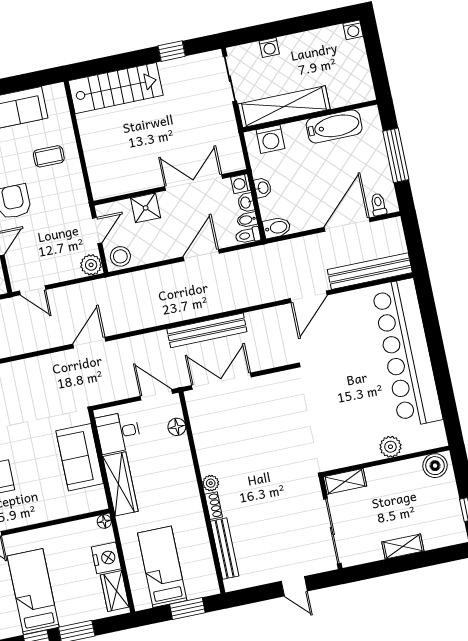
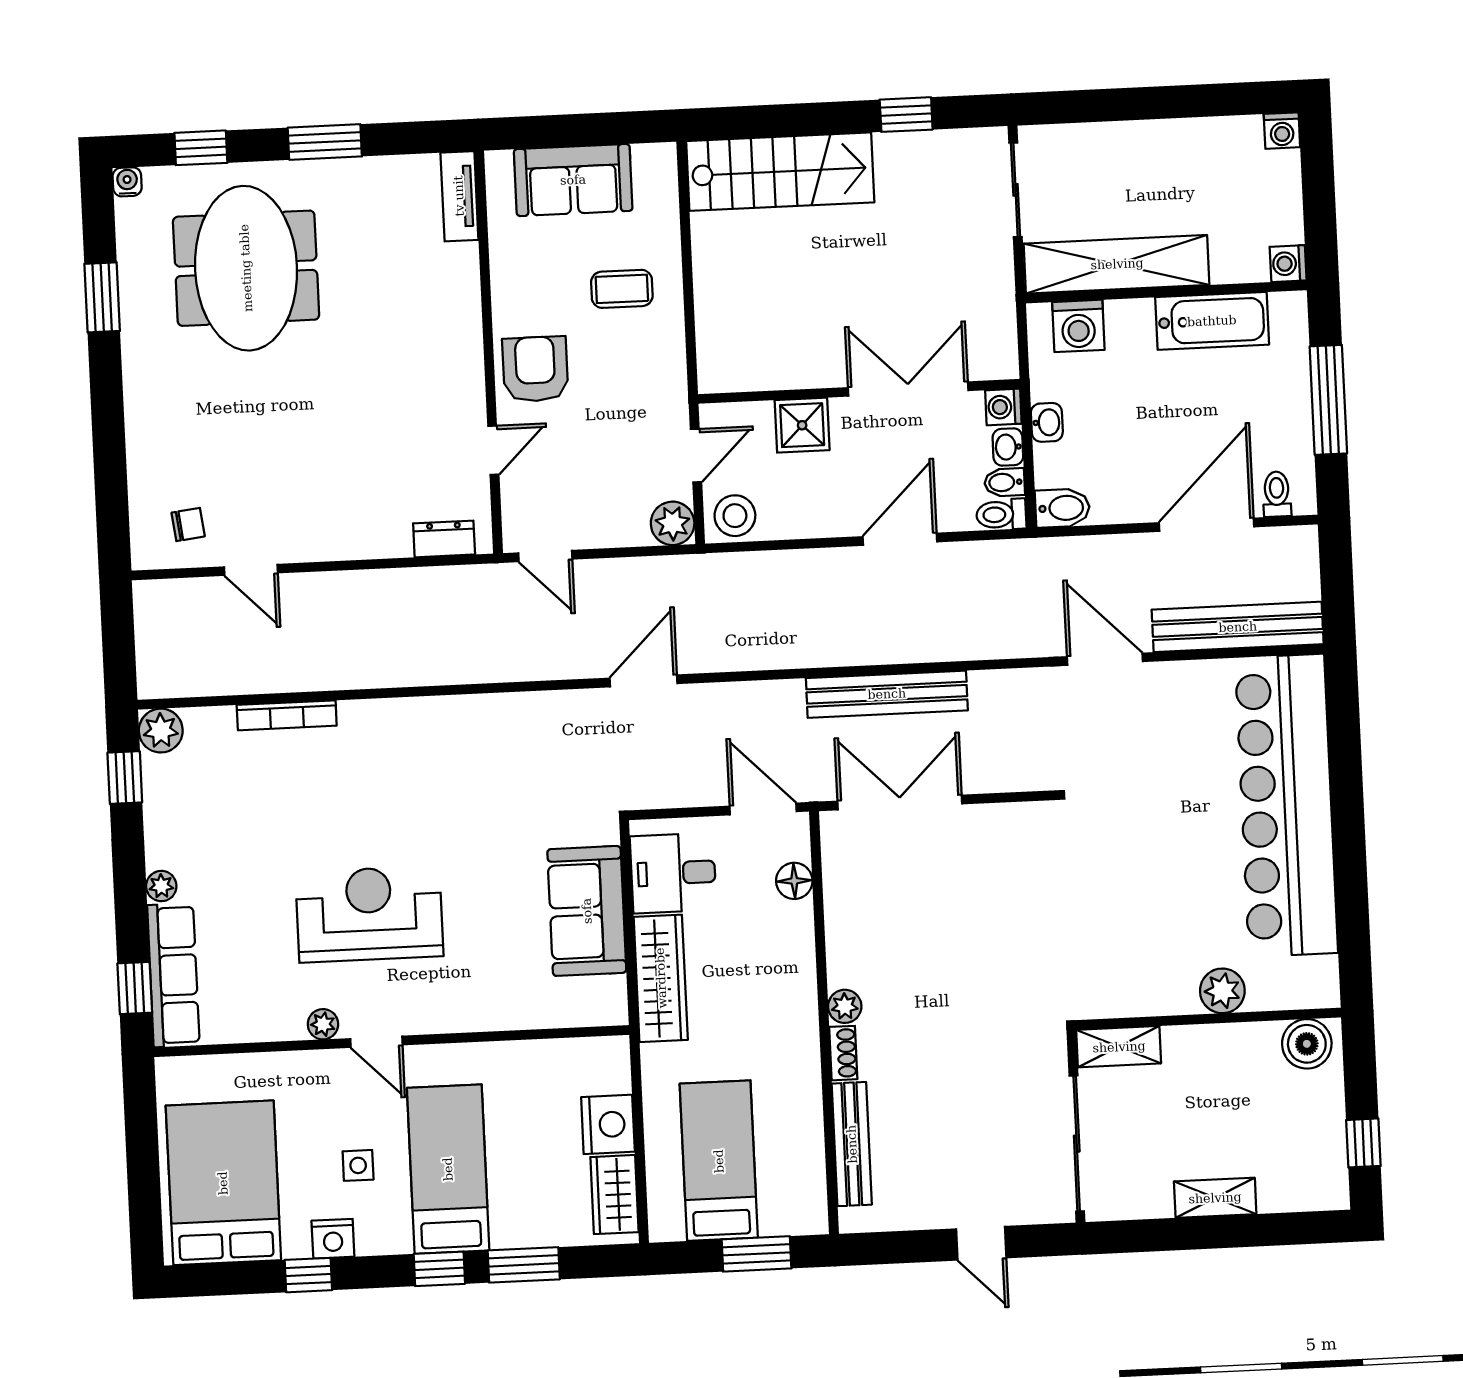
washing machine: (269, 47) -> (1288, 264), moved, turned 90
door: (309, 297) -> (1105, 659), swing flipped
floor lamp: (104, 521) -> (616, 1050), removed

